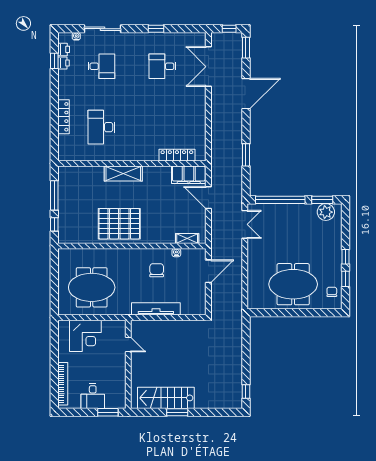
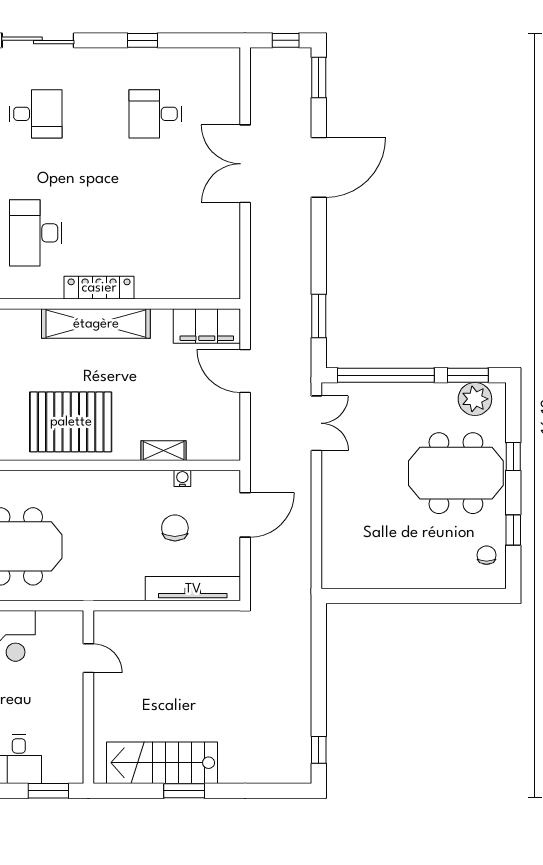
double door: (208, 67) -> (245, 164), moved
locker: (177, 155) -> (99, 288), moved
window: (246, 155) -> (319, 316), moved
shelving: (123, 173) -> (96, 324), width x1.47
shelving: (187, 238) -> (164, 451), moved
window: (345, 257) -> (513, 456), moved
chair: (157, 270) -> (175, 528), moved
meeting table: (293, 284) -> (456, 473), moved
tv unit: (156, 309) -> (193, 589), moved

